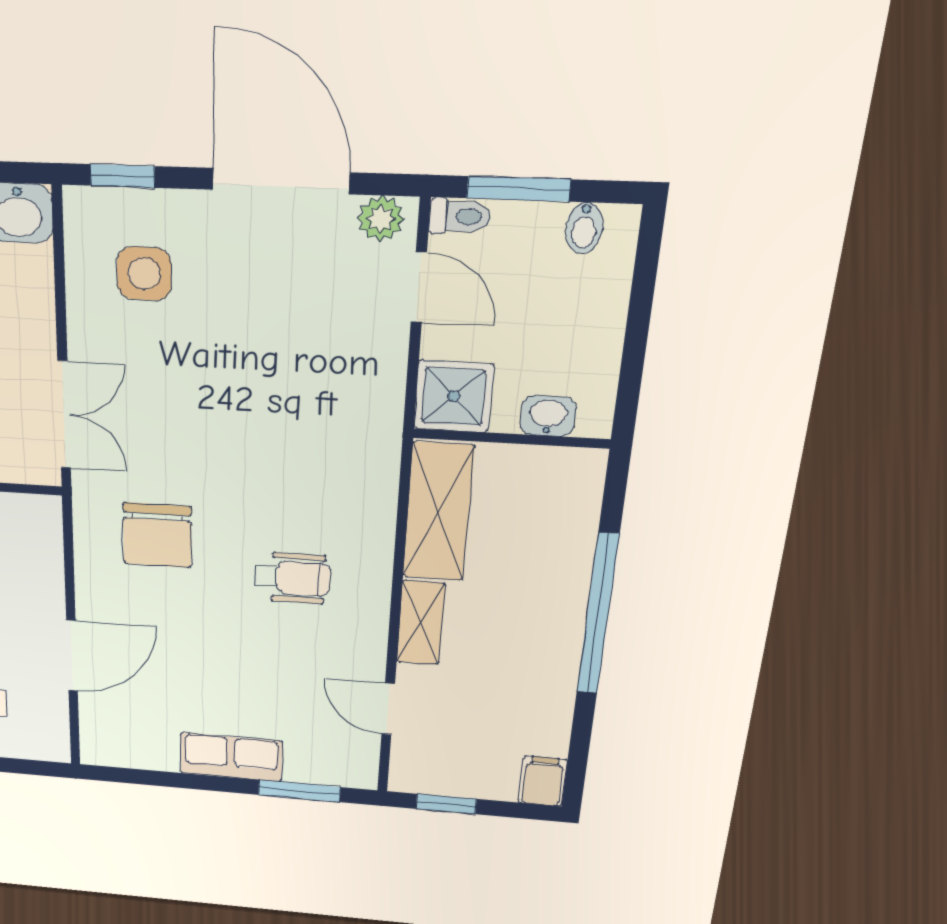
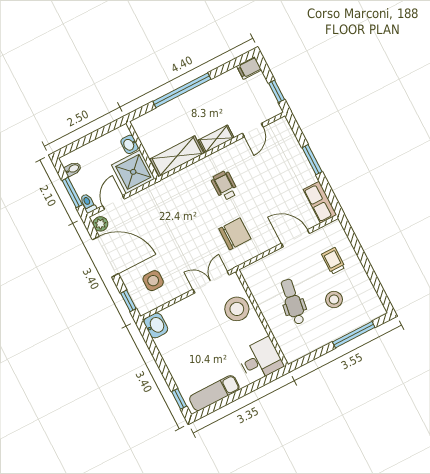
door: (281, 181) -> (105, 257), swing flipped
shower: (454, 396) -> (133, 172), width x1.36, depth x1.36
row of seats: (231, 757) -> (320, 202), moved
window: (299, 791) -> (312, 160), moved

